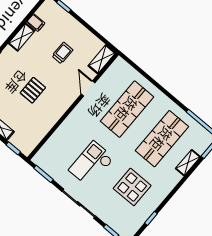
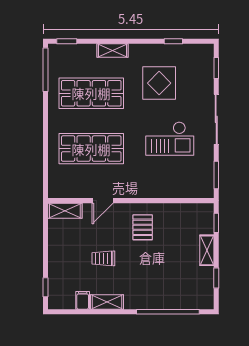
trolley: (62, 53) -> (103, 258), moved
pallet: (33, 90) -> (143, 227), moved, turned 90
shelving: (188, 163) -> (113, 51), moved

